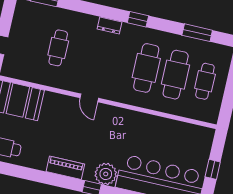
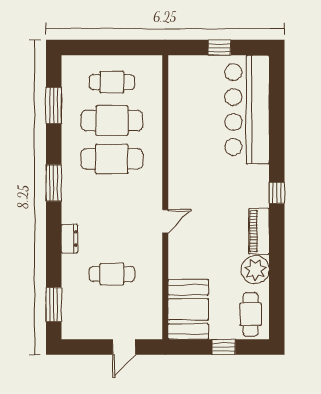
window: (138, 19) -> (54, 183), width x1.50
dresser: (109, 25) -> (69, 239), moved
plant: (106, 174) -> (255, 270), moved

